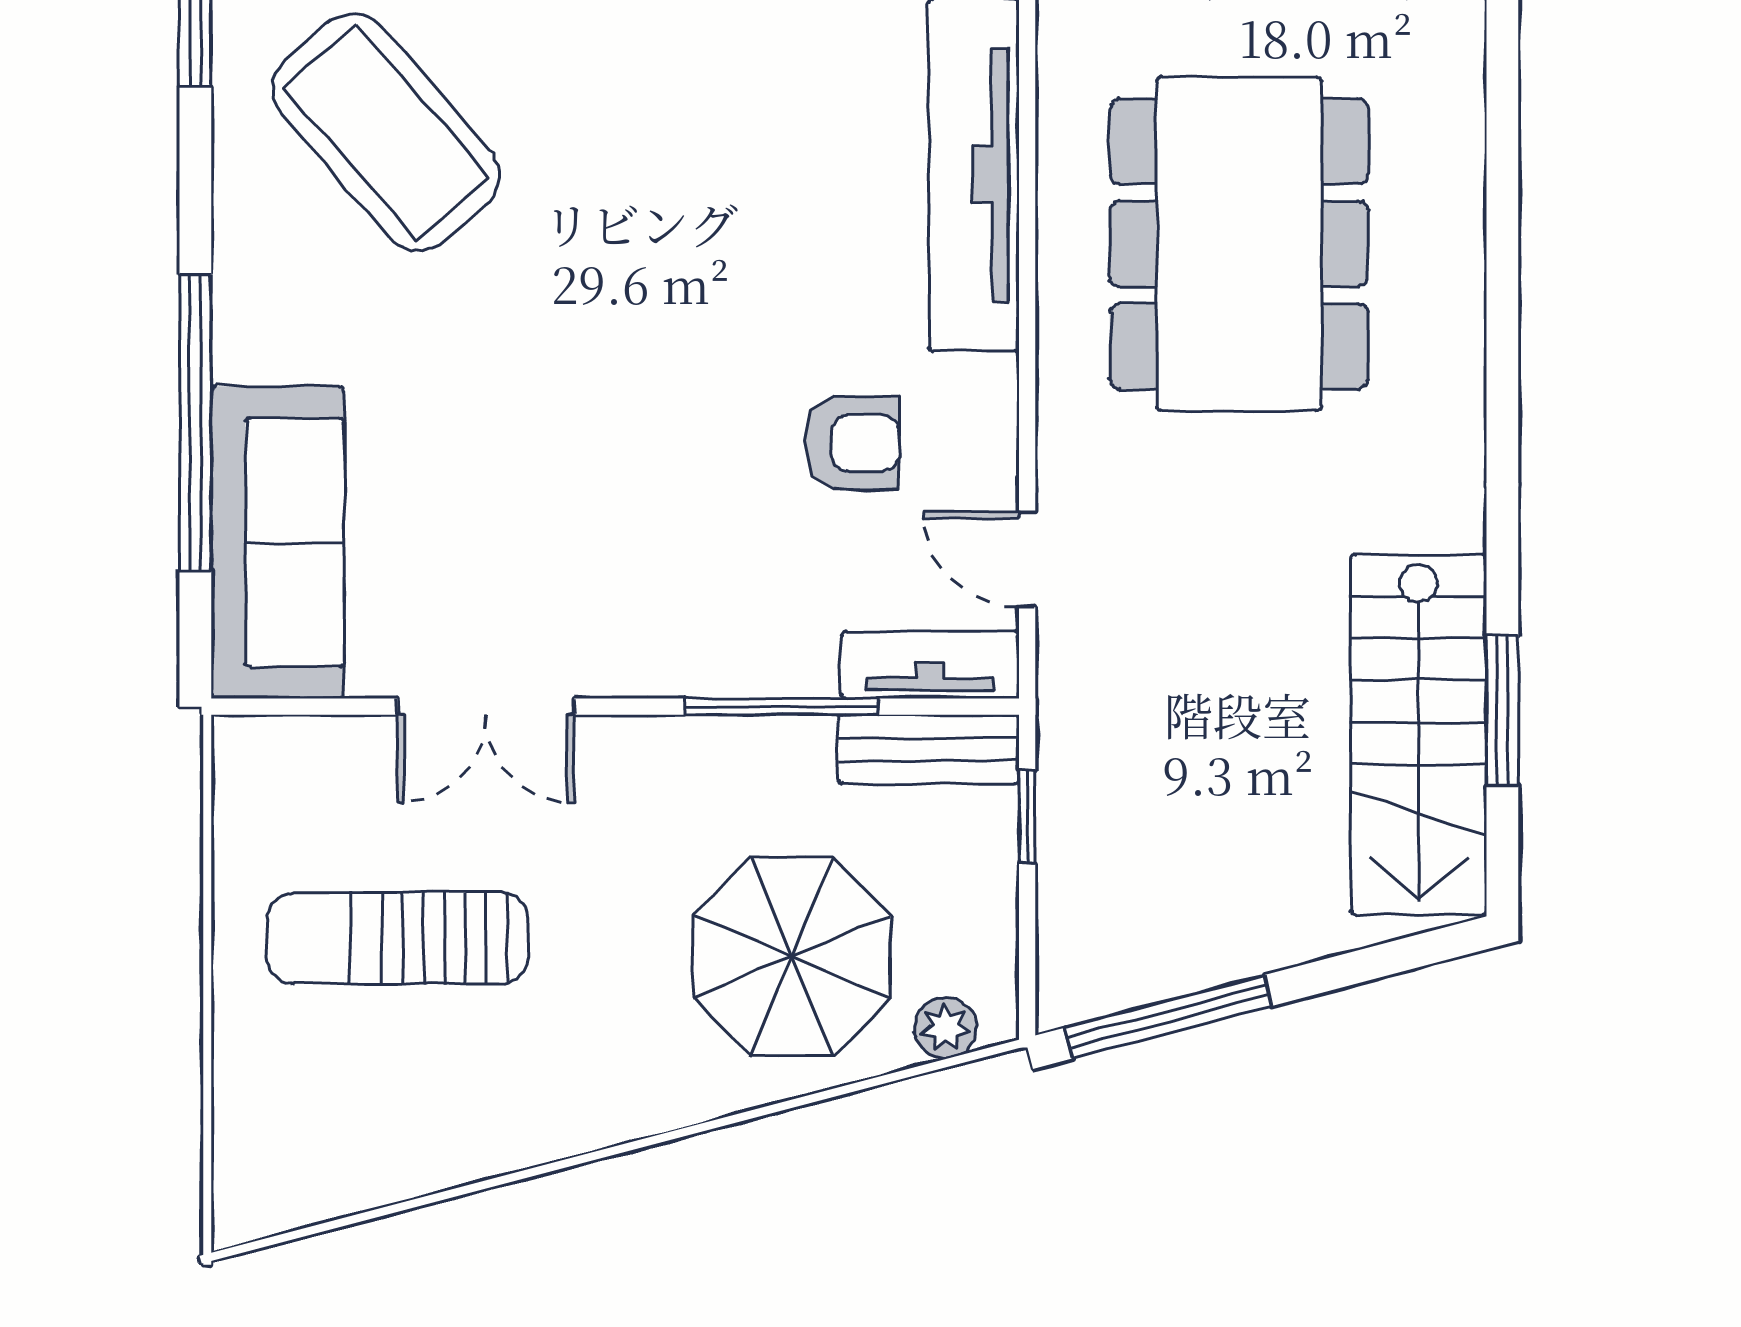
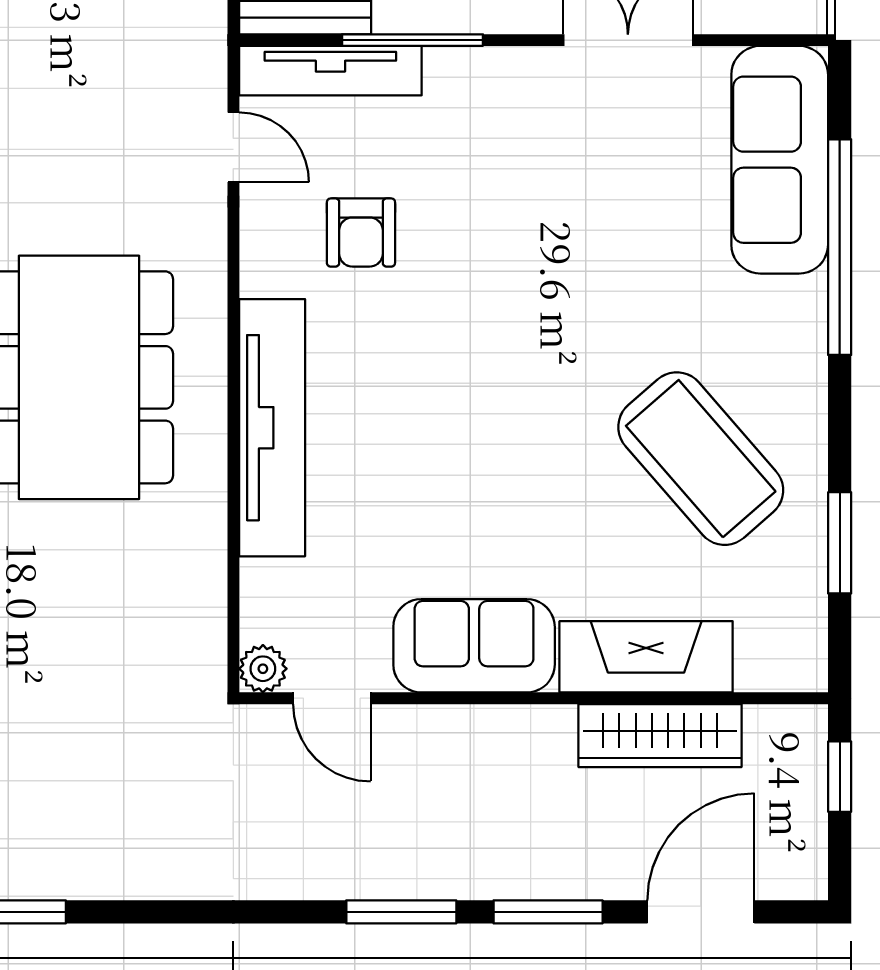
armchair: (852, 443) -> (361, 233), turned -90
tv unit: (930, 665) -> (330, 71), width x1.41

